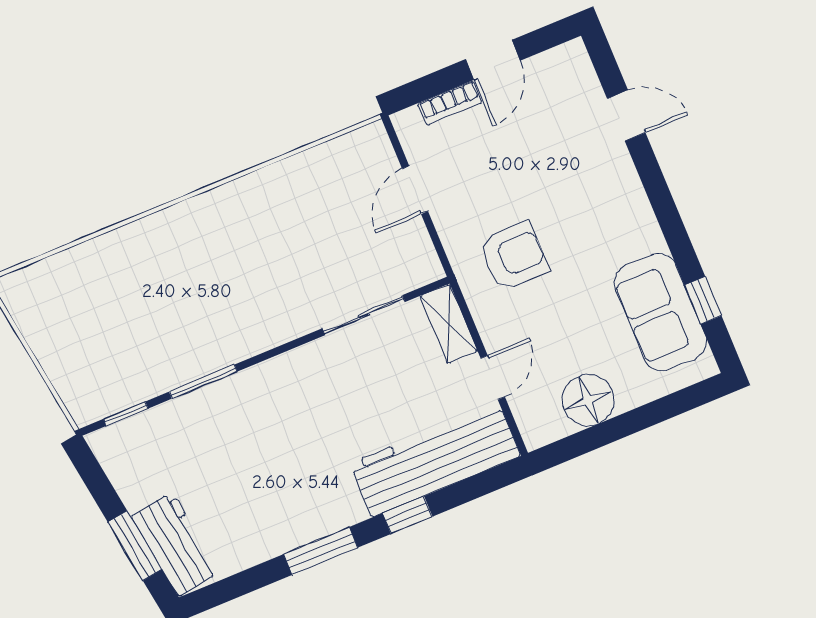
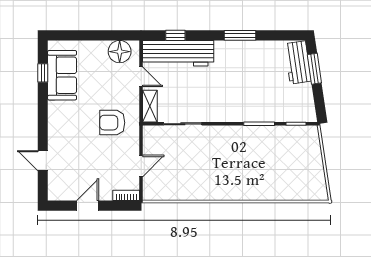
bookcase: (450, 103) -> (126, 195), moved
door: (493, 378) -> (141, 77), swing flipped
floor lamp: (588, 400) -> (120, 52), moved
window: (407, 515) -> (175, 35), moved

